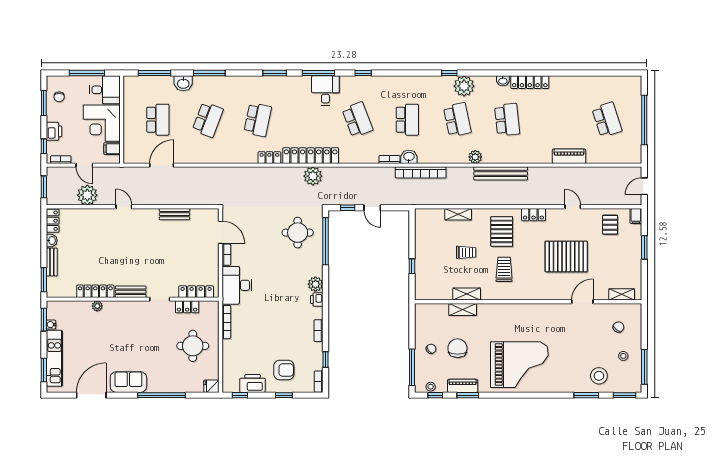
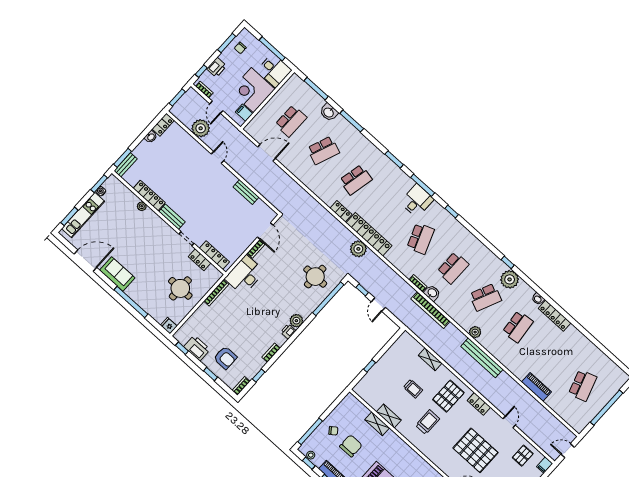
school desk: (457, 120) -> (485, 297), turned 36
bench: (52, 262) -> (126, 165), moved

